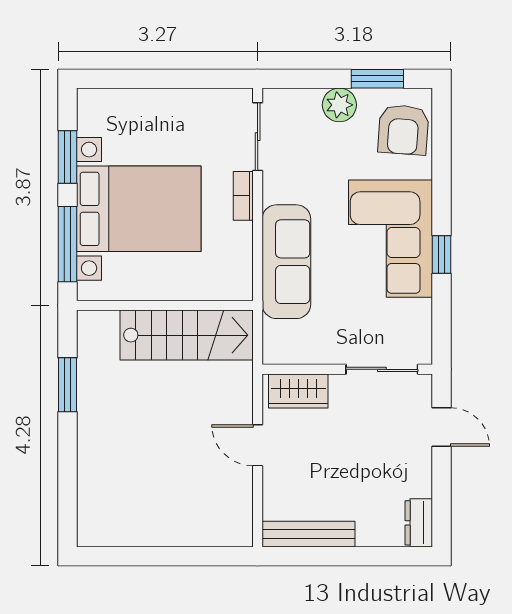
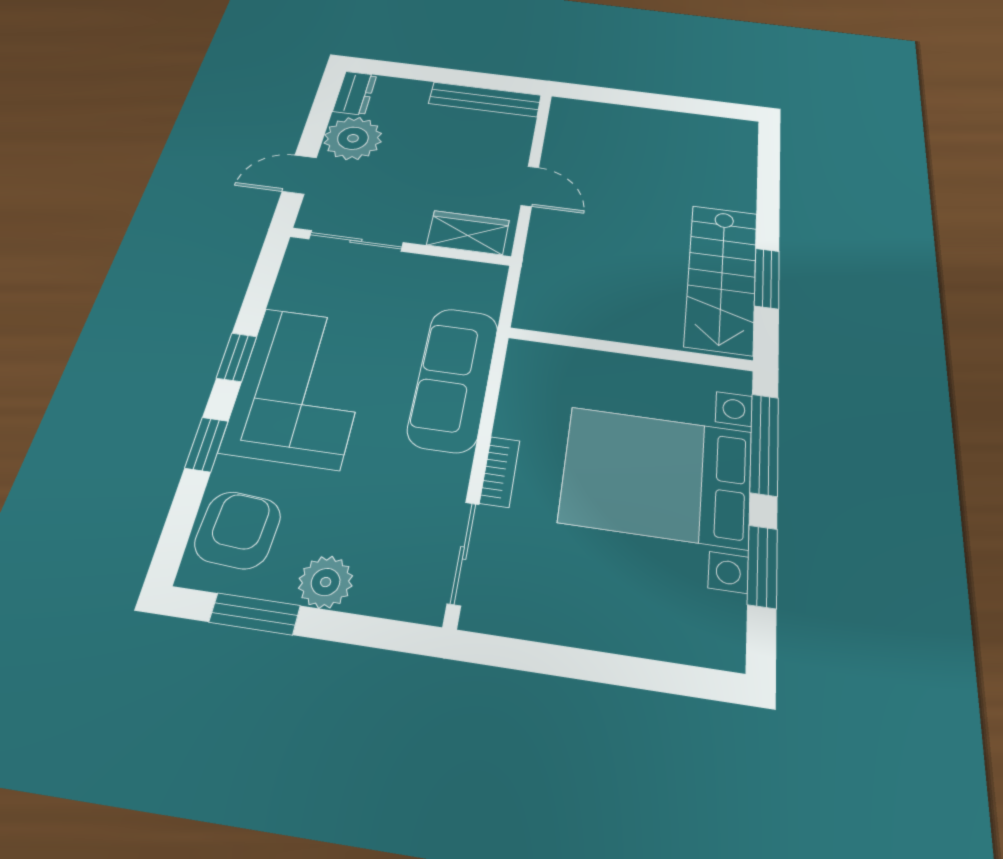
window: (442, 185) -> (206, 444), added
stairs: (187, 335) -> (722, 278), moved, turned -90
door: (442, 427) -> (300, 174), hinge flipped
plant: (409, 472) -> (353, 138), added

